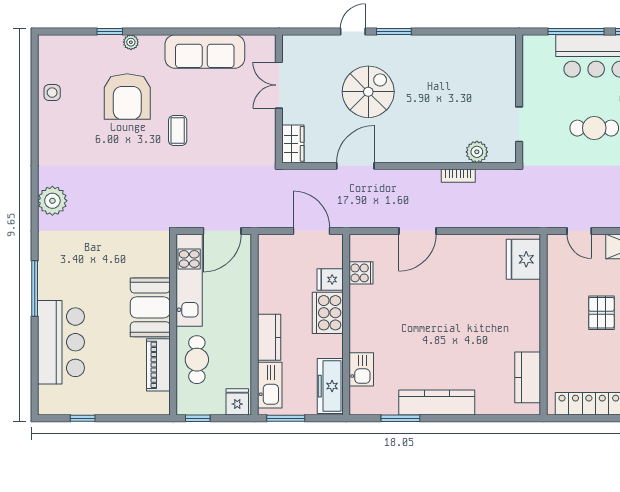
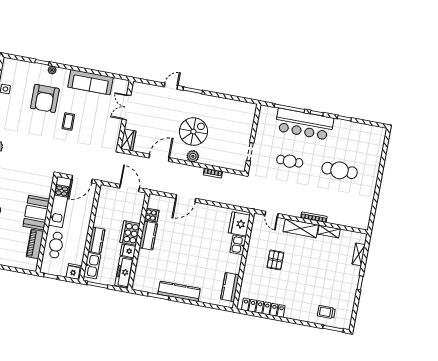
spiral stairs: (368, 92) -> (193, 132), moved
plant: (477, 152) -> (193, 156), moved
fridge: (330, 280) -> (128, 251), moved
kitchen counter: (362, 311) -> (148, 236), added
kitchen sink: (361, 369) -> (238, 245), moved, turned 180

